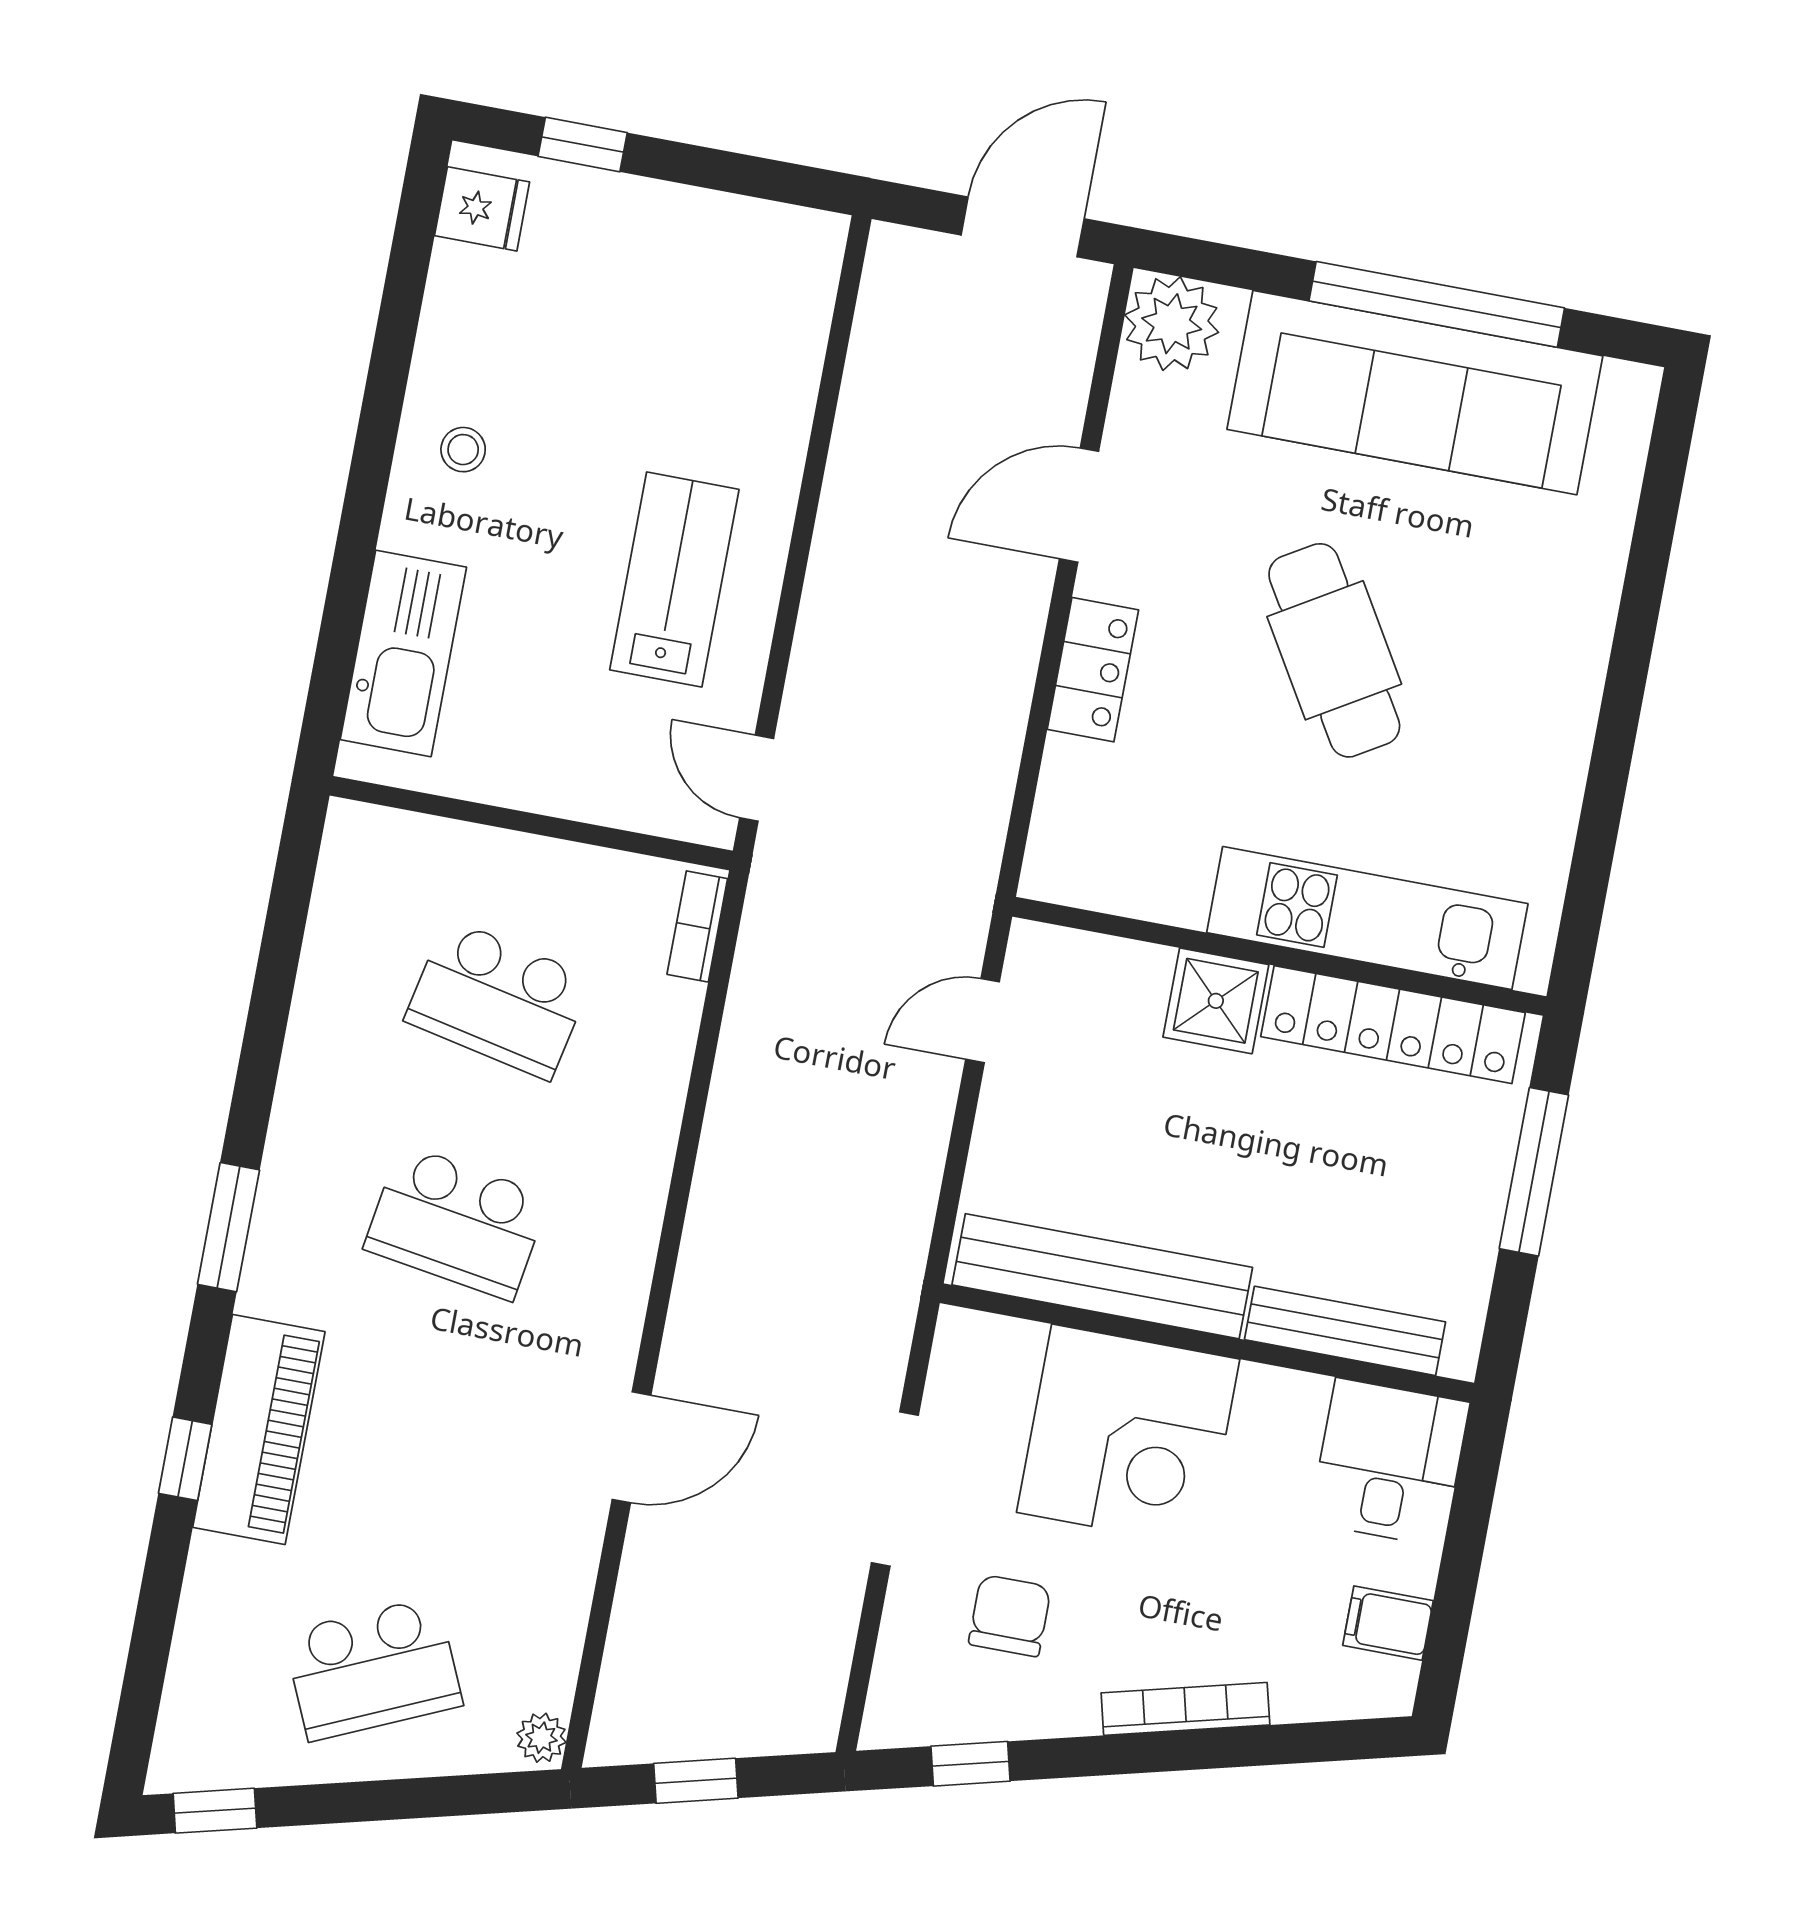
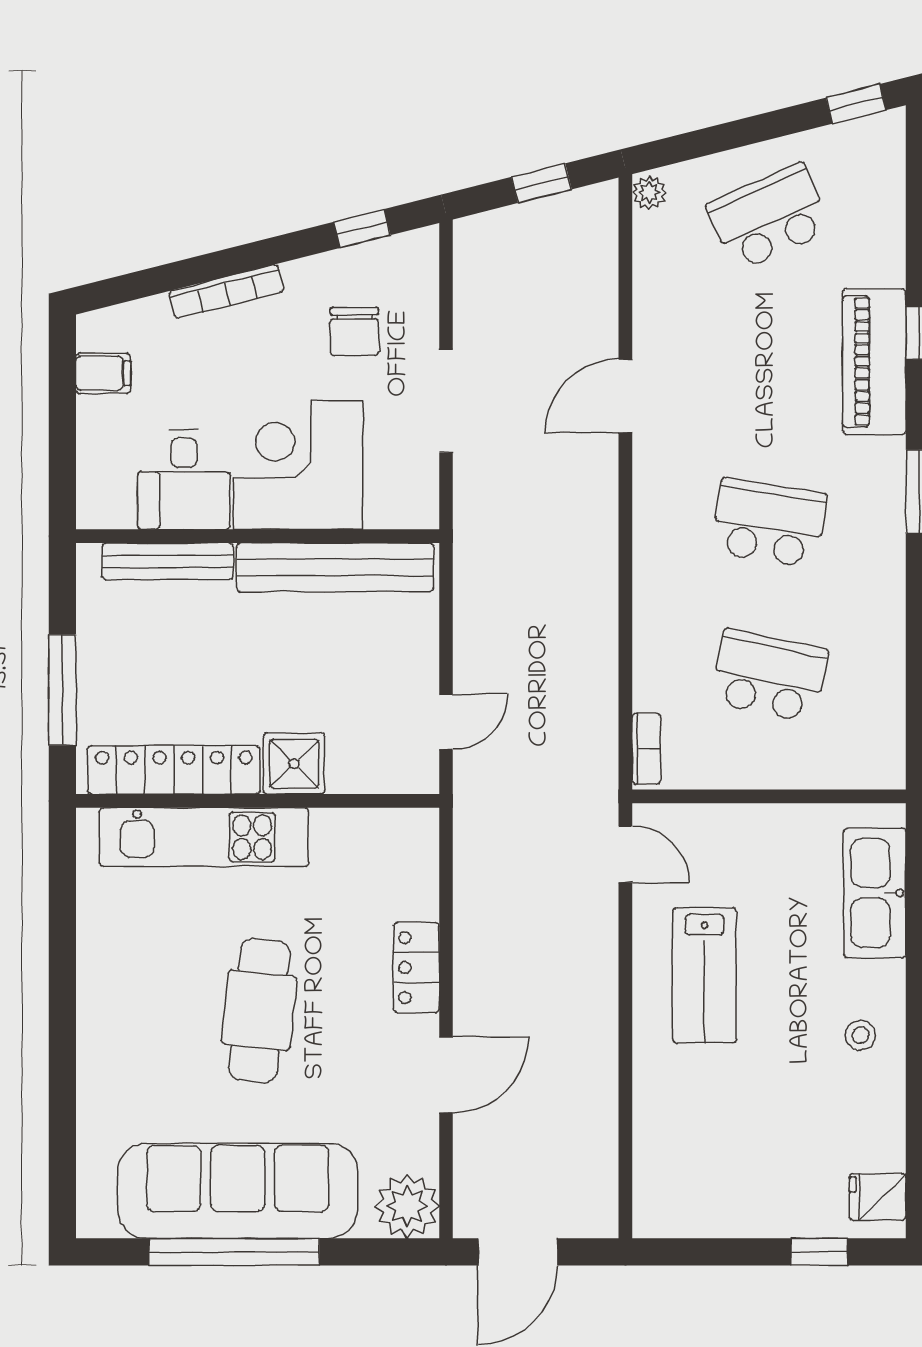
cafe table: (1334, 650) -> (259, 1010), turned 37
desk: (1389, 1463) -> (184, 480), moved

